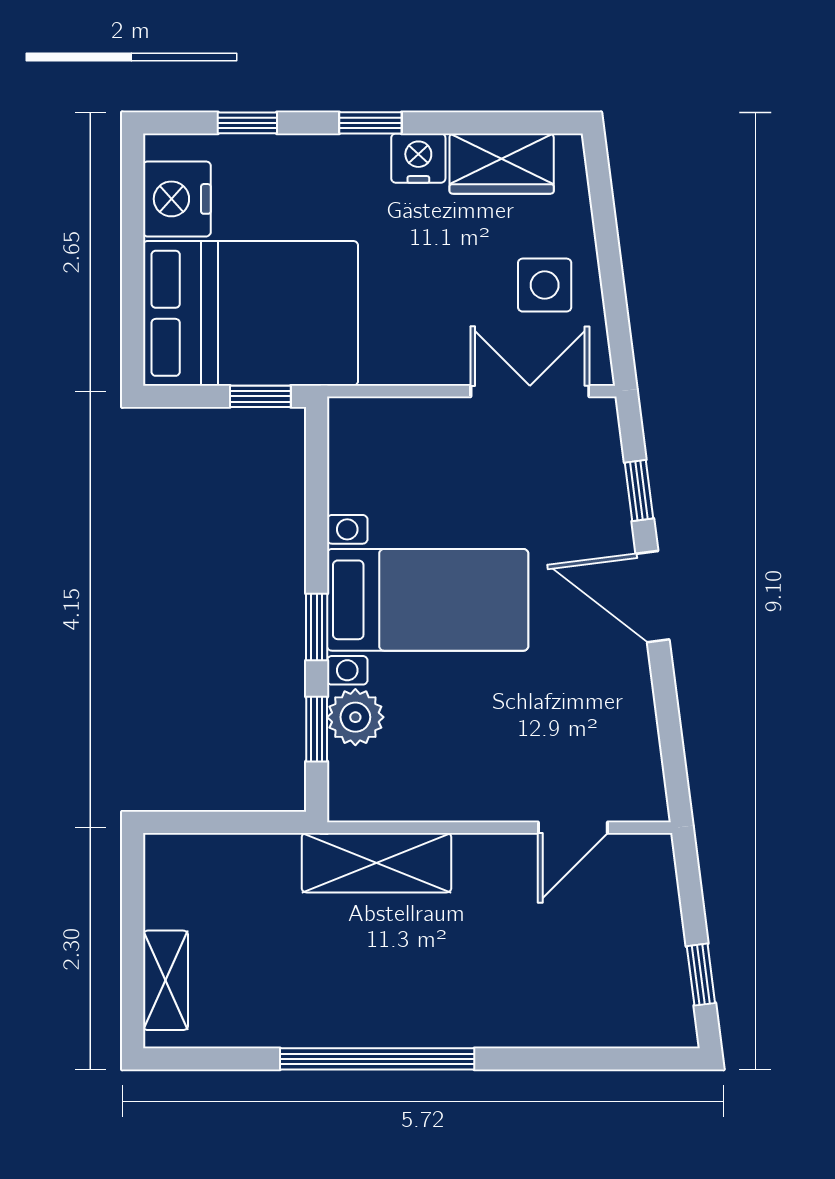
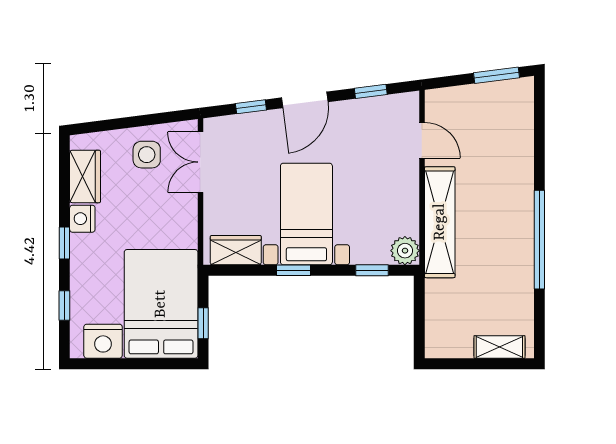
window: (260, 396) -> (203, 323), moved
wardrobe: (356, 461) -> (236, 250), added
window: (317, 627) -> (294, 270), moved
plant: (355, 717) -> (405, 251), moved
window: (669, 727) -> (371, 91), added
shelving: (376, 863) -> (440, 222), width x1.47
window: (701, 975) -> (497, 75), width x1.50

